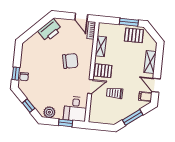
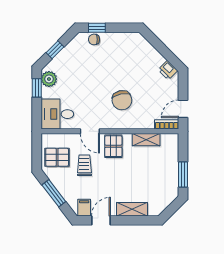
printer: (50, 30) -> (168, 70), width x0.53, depth x0.68
pallet: (134, 35) -> (57, 157), moved, turned 90
window: (66, 123) -> (37, 88), moved

